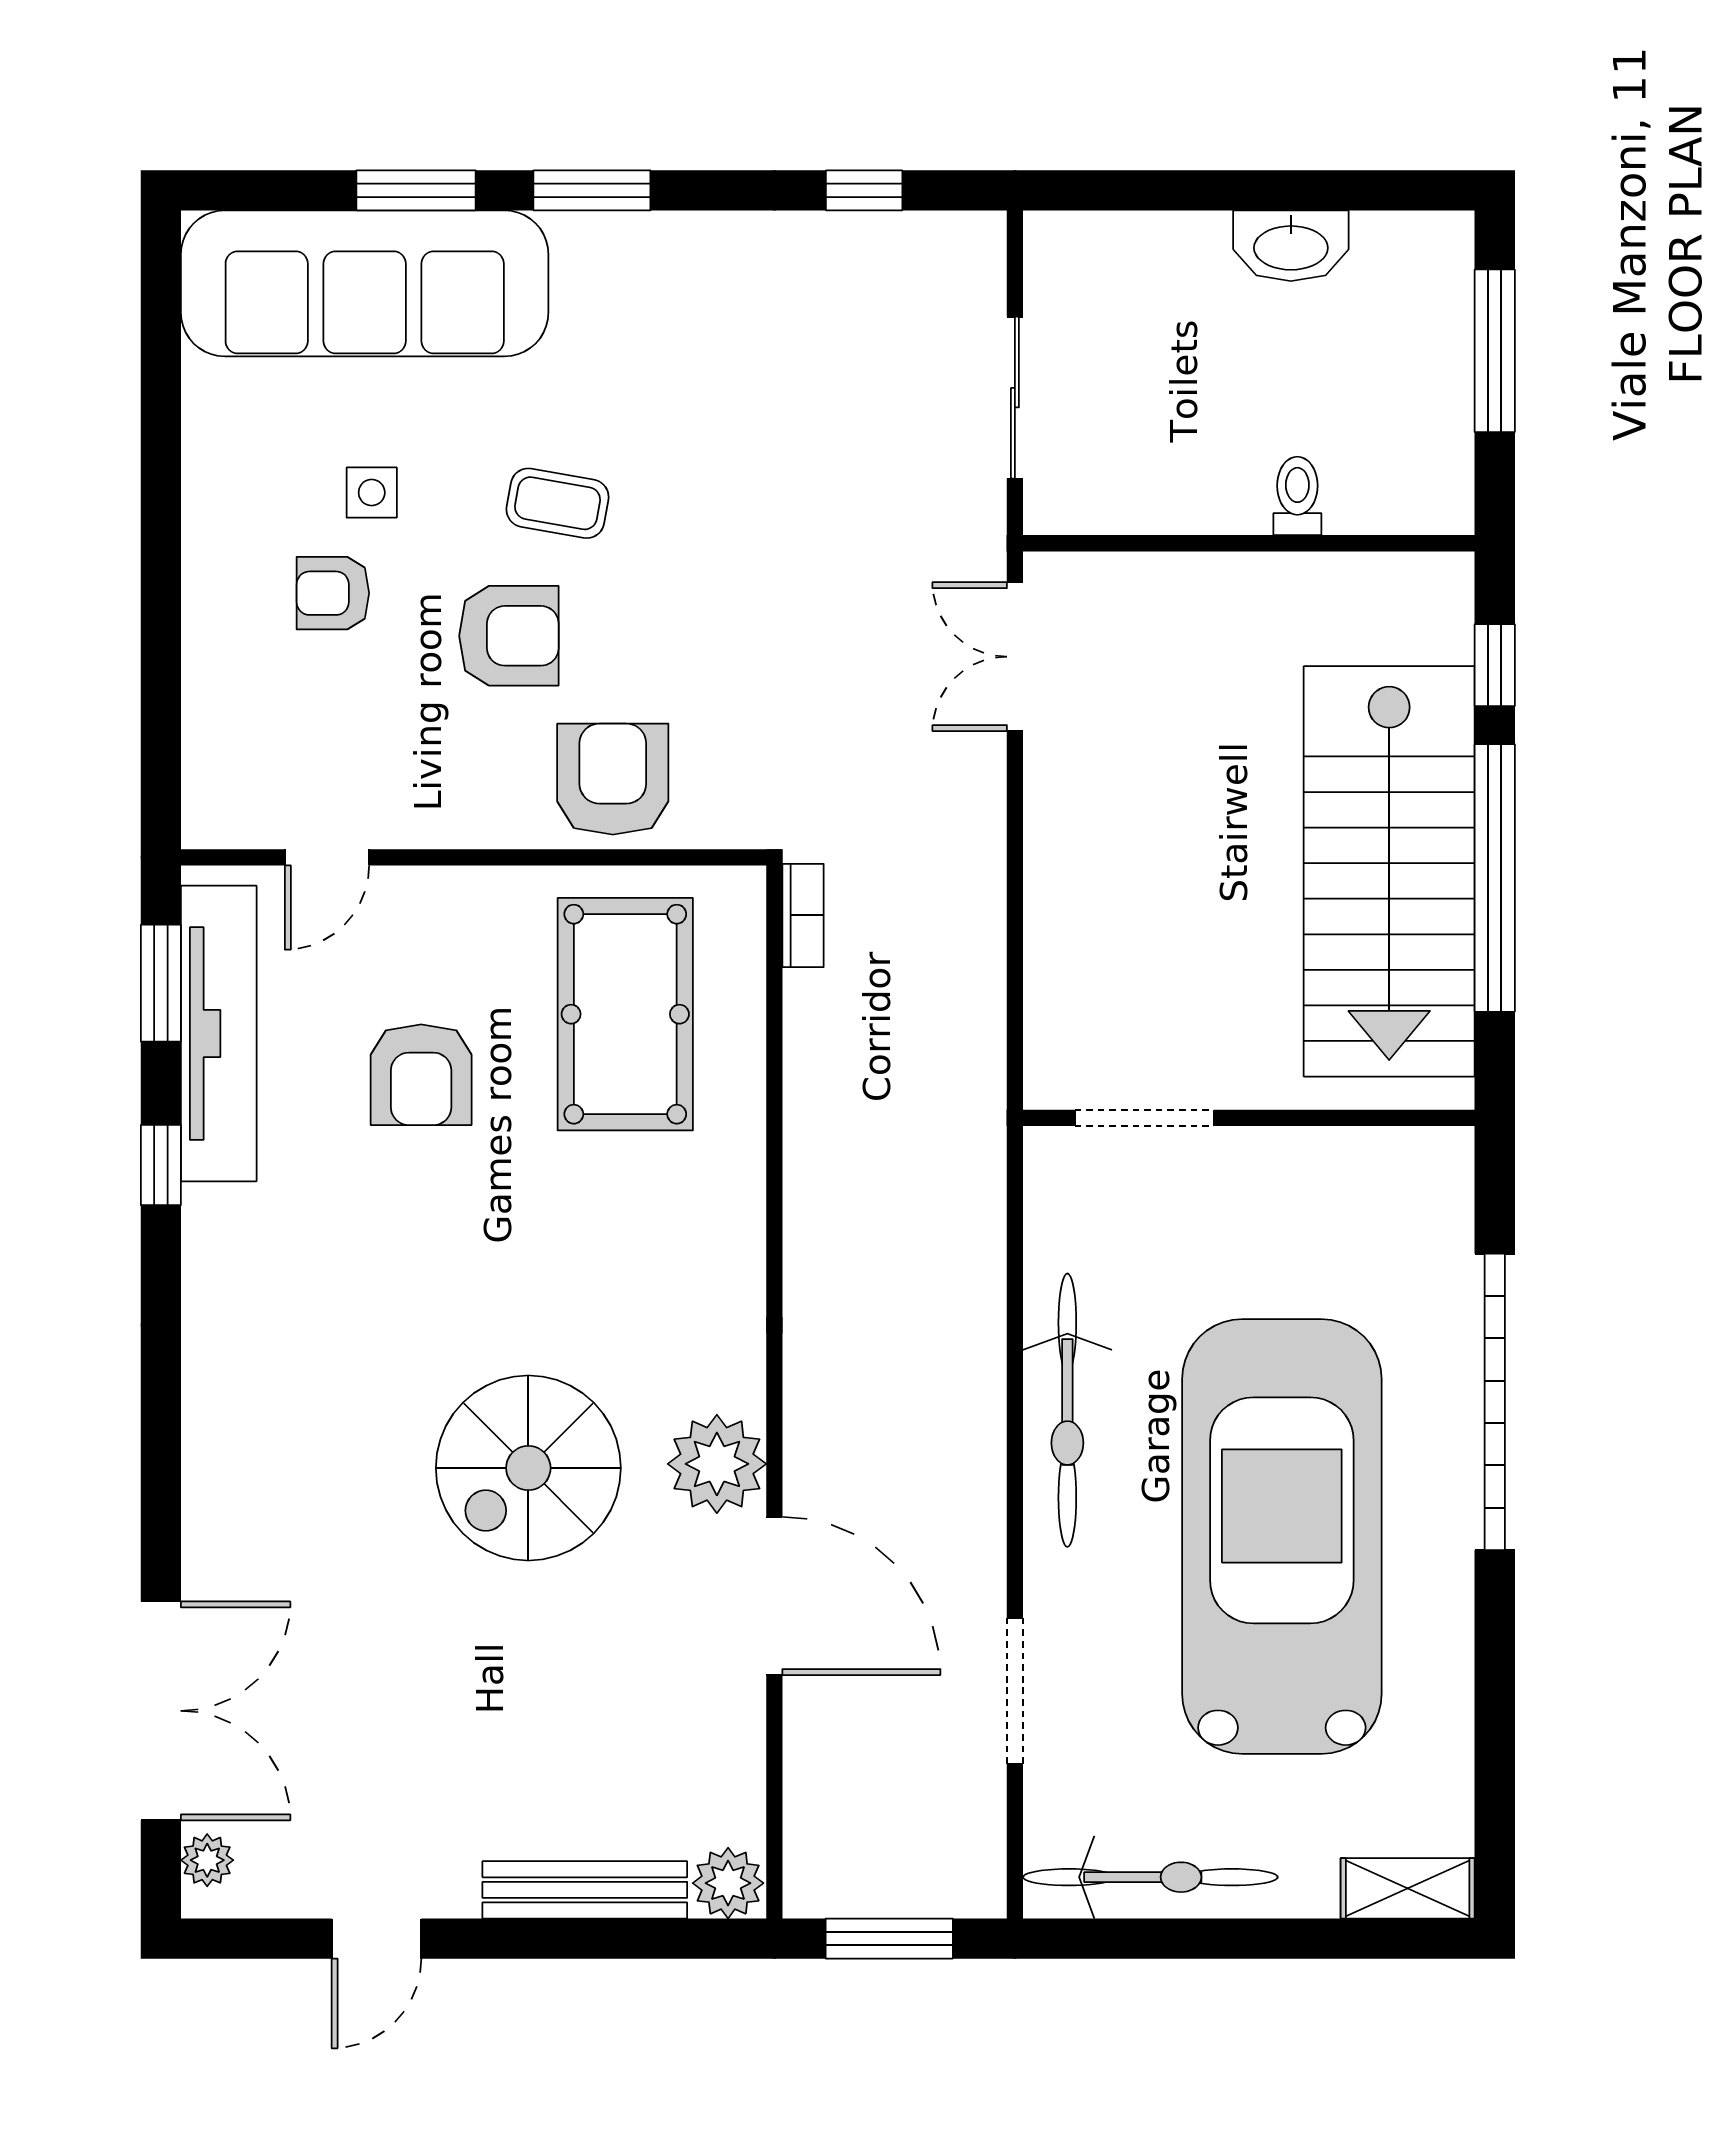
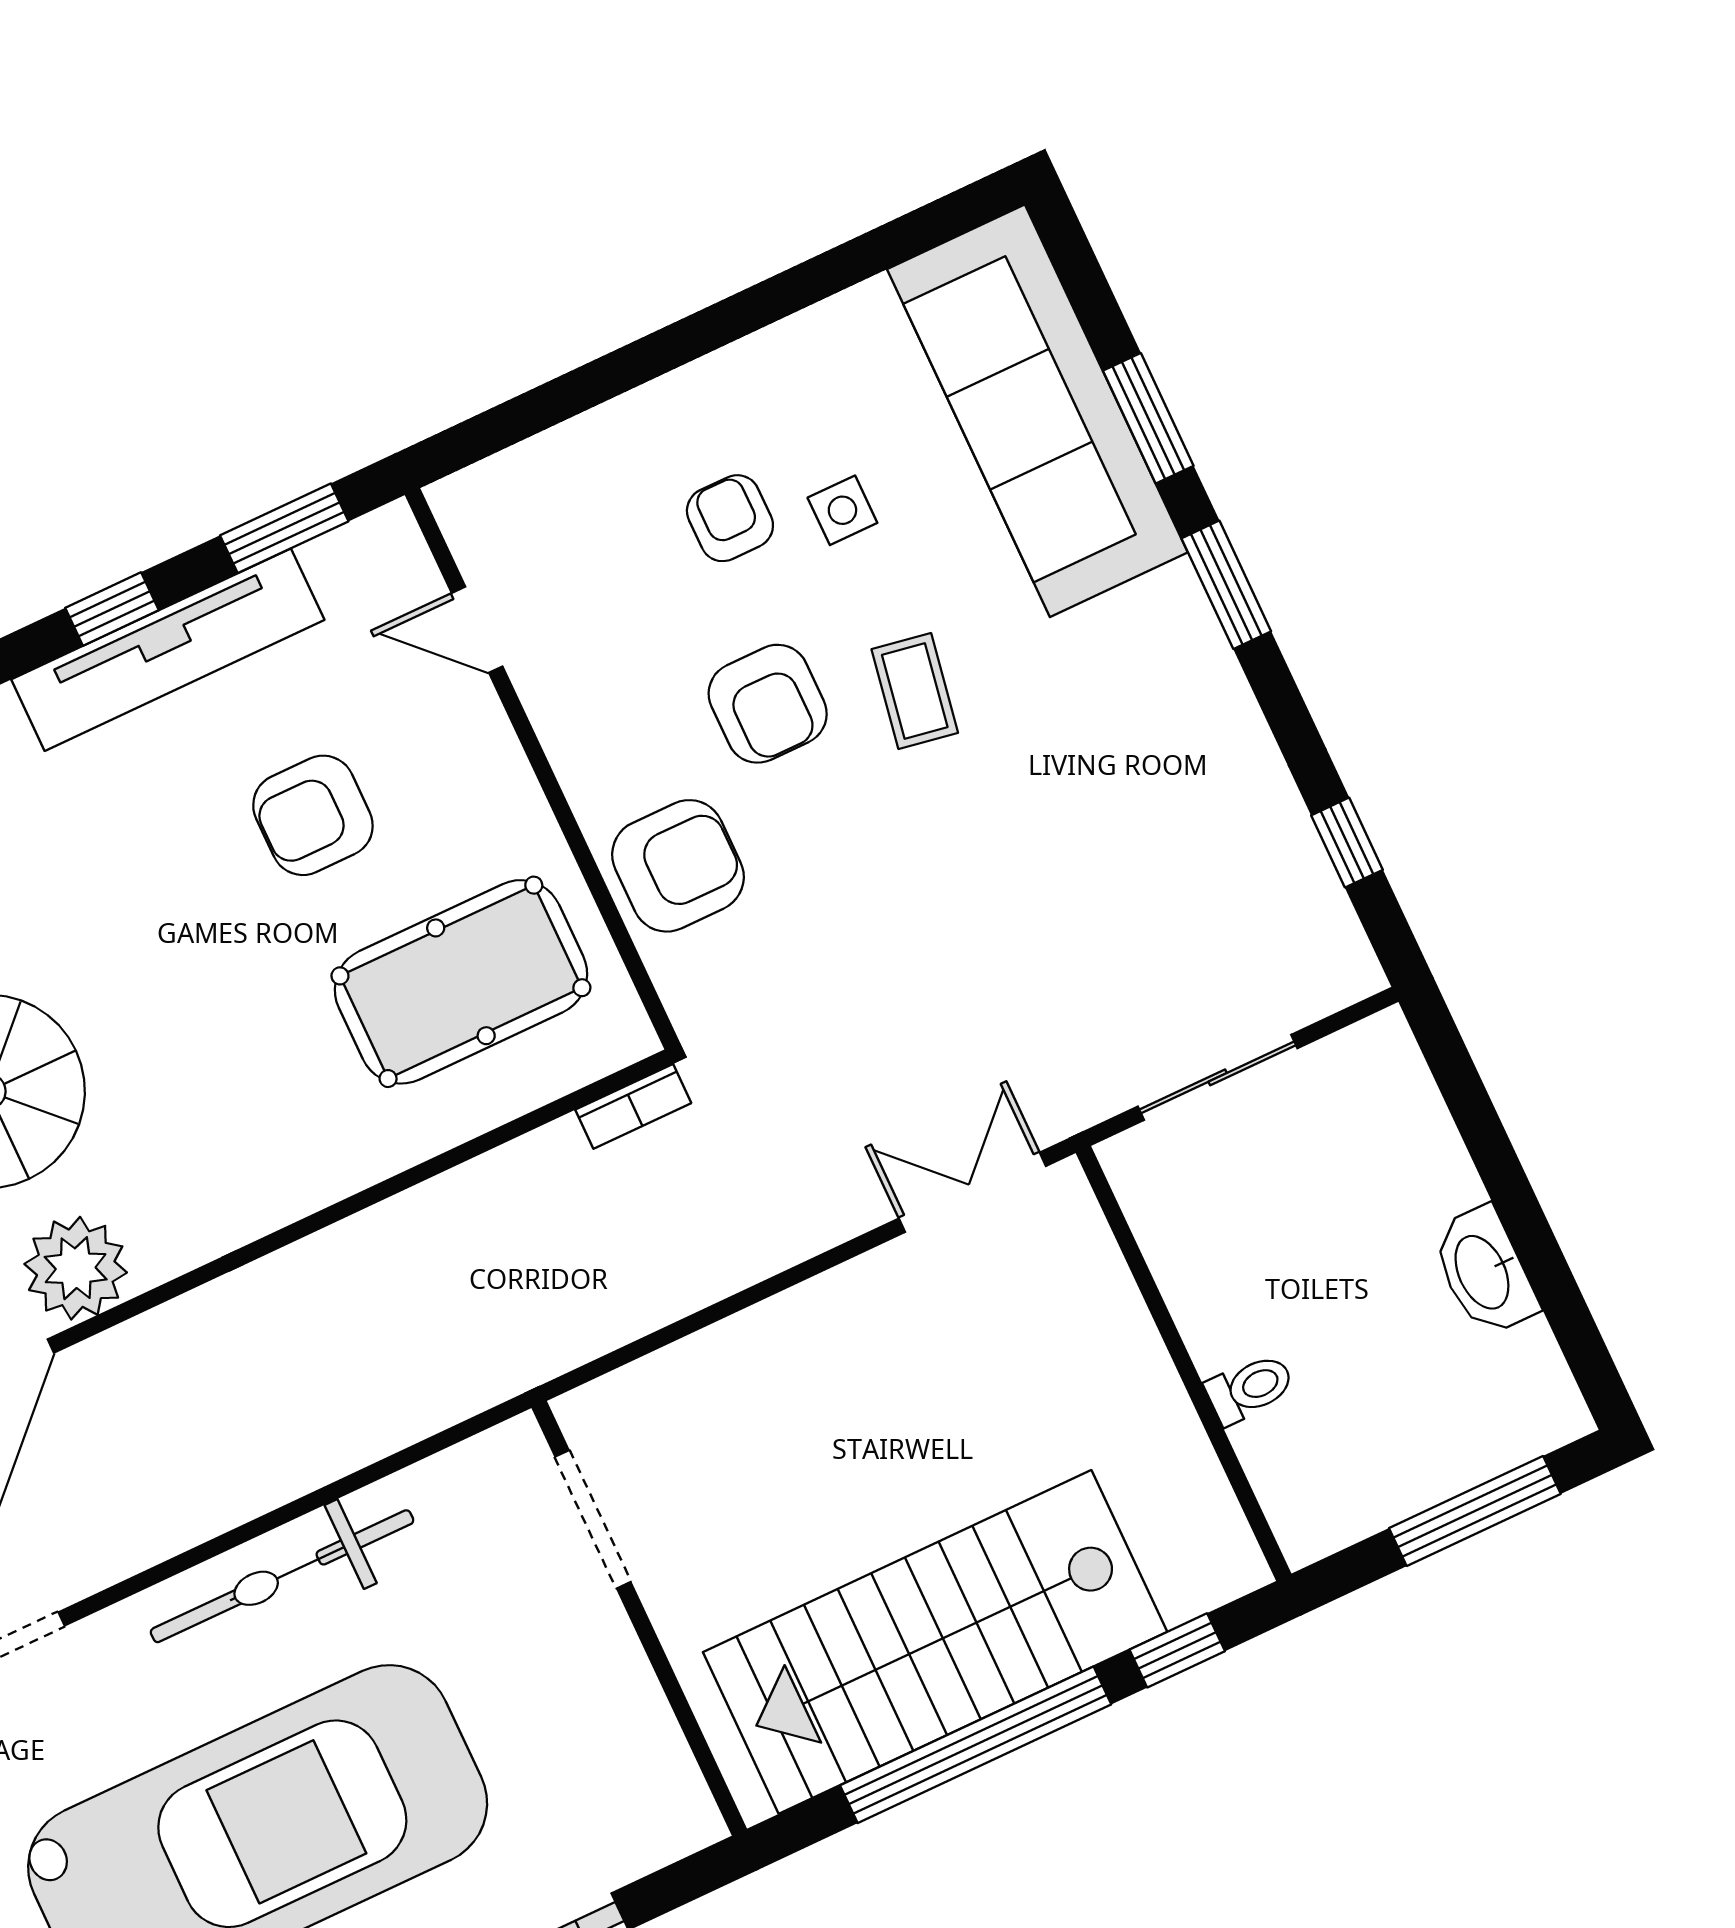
tv unit: (219, 1034) -> (168, 650), moved

